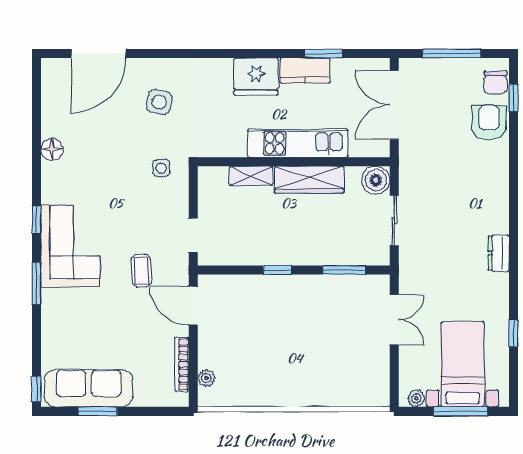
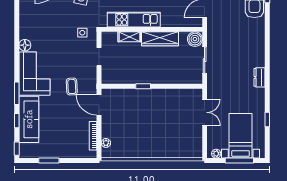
kitchen unit: (298, 143) -> (134, 20), moved
floor lamp: (52, 149) -> (25, 45), moved
window: (36, 220) -> (17, 121), moved
doorway: (193, 235) -> (99, 57), moved
window: (344, 270) -> (178, 86), removed
sofa: (89, 388) -> (29, 119), moved, turned 90

